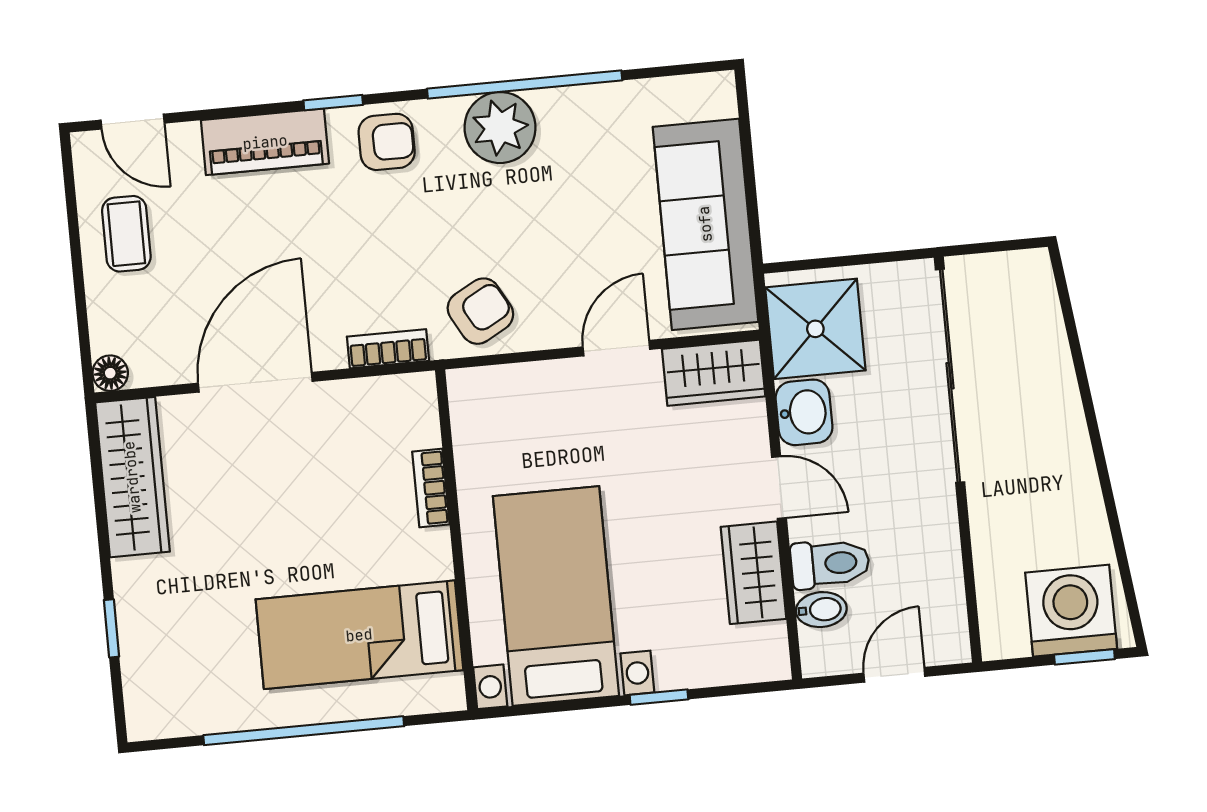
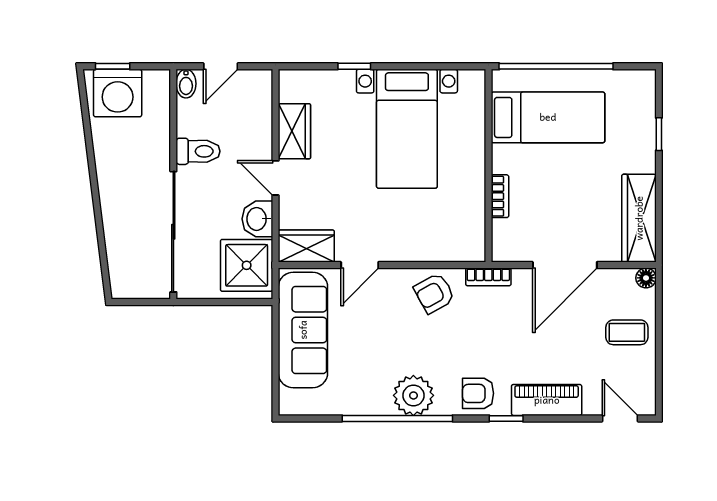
coffee table: (126, 234) -> (627, 332), moved, turned 90
bookcase: (431, 488) -> (500, 196), moved
wall: (456, 540) -> (488, 166), moved
toilet: (830, 564) -> (198, 151), moved, turned 180
bidet: (821, 610) -> (186, 84), moved, turned -90
bed: (359, 635) -> (548, 117), moved

